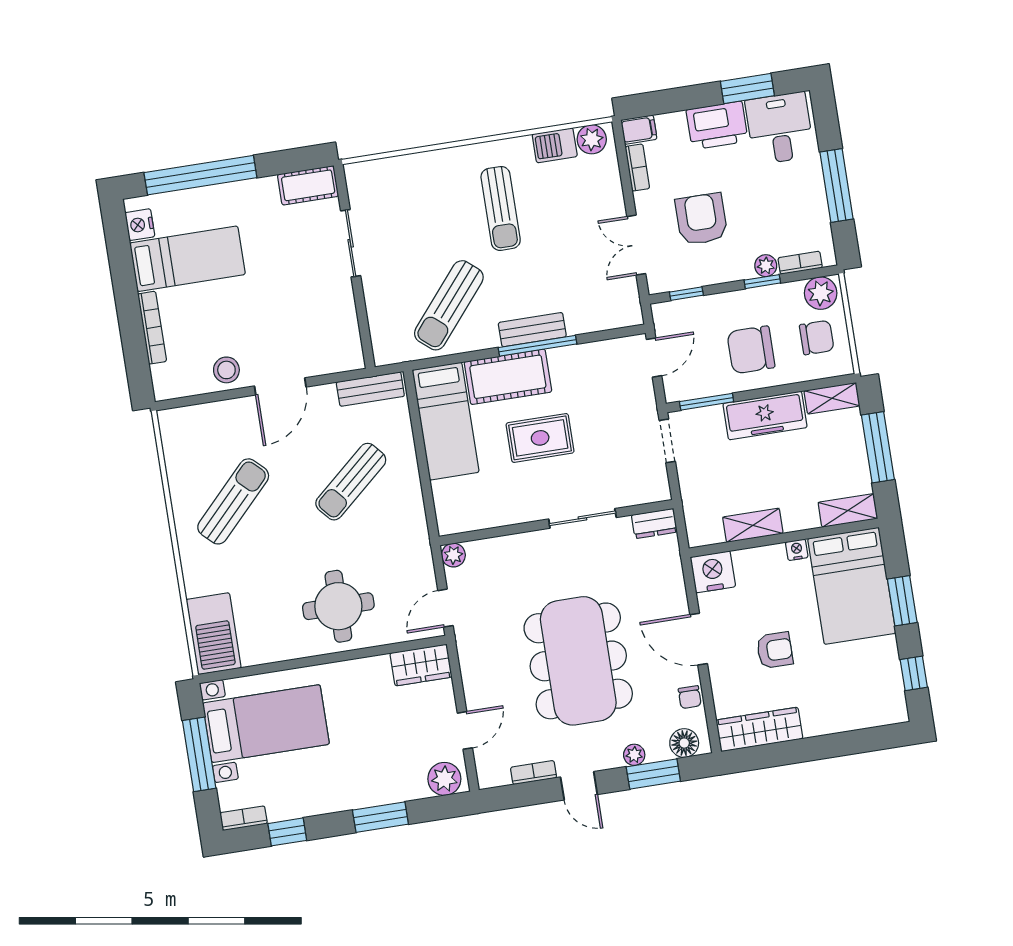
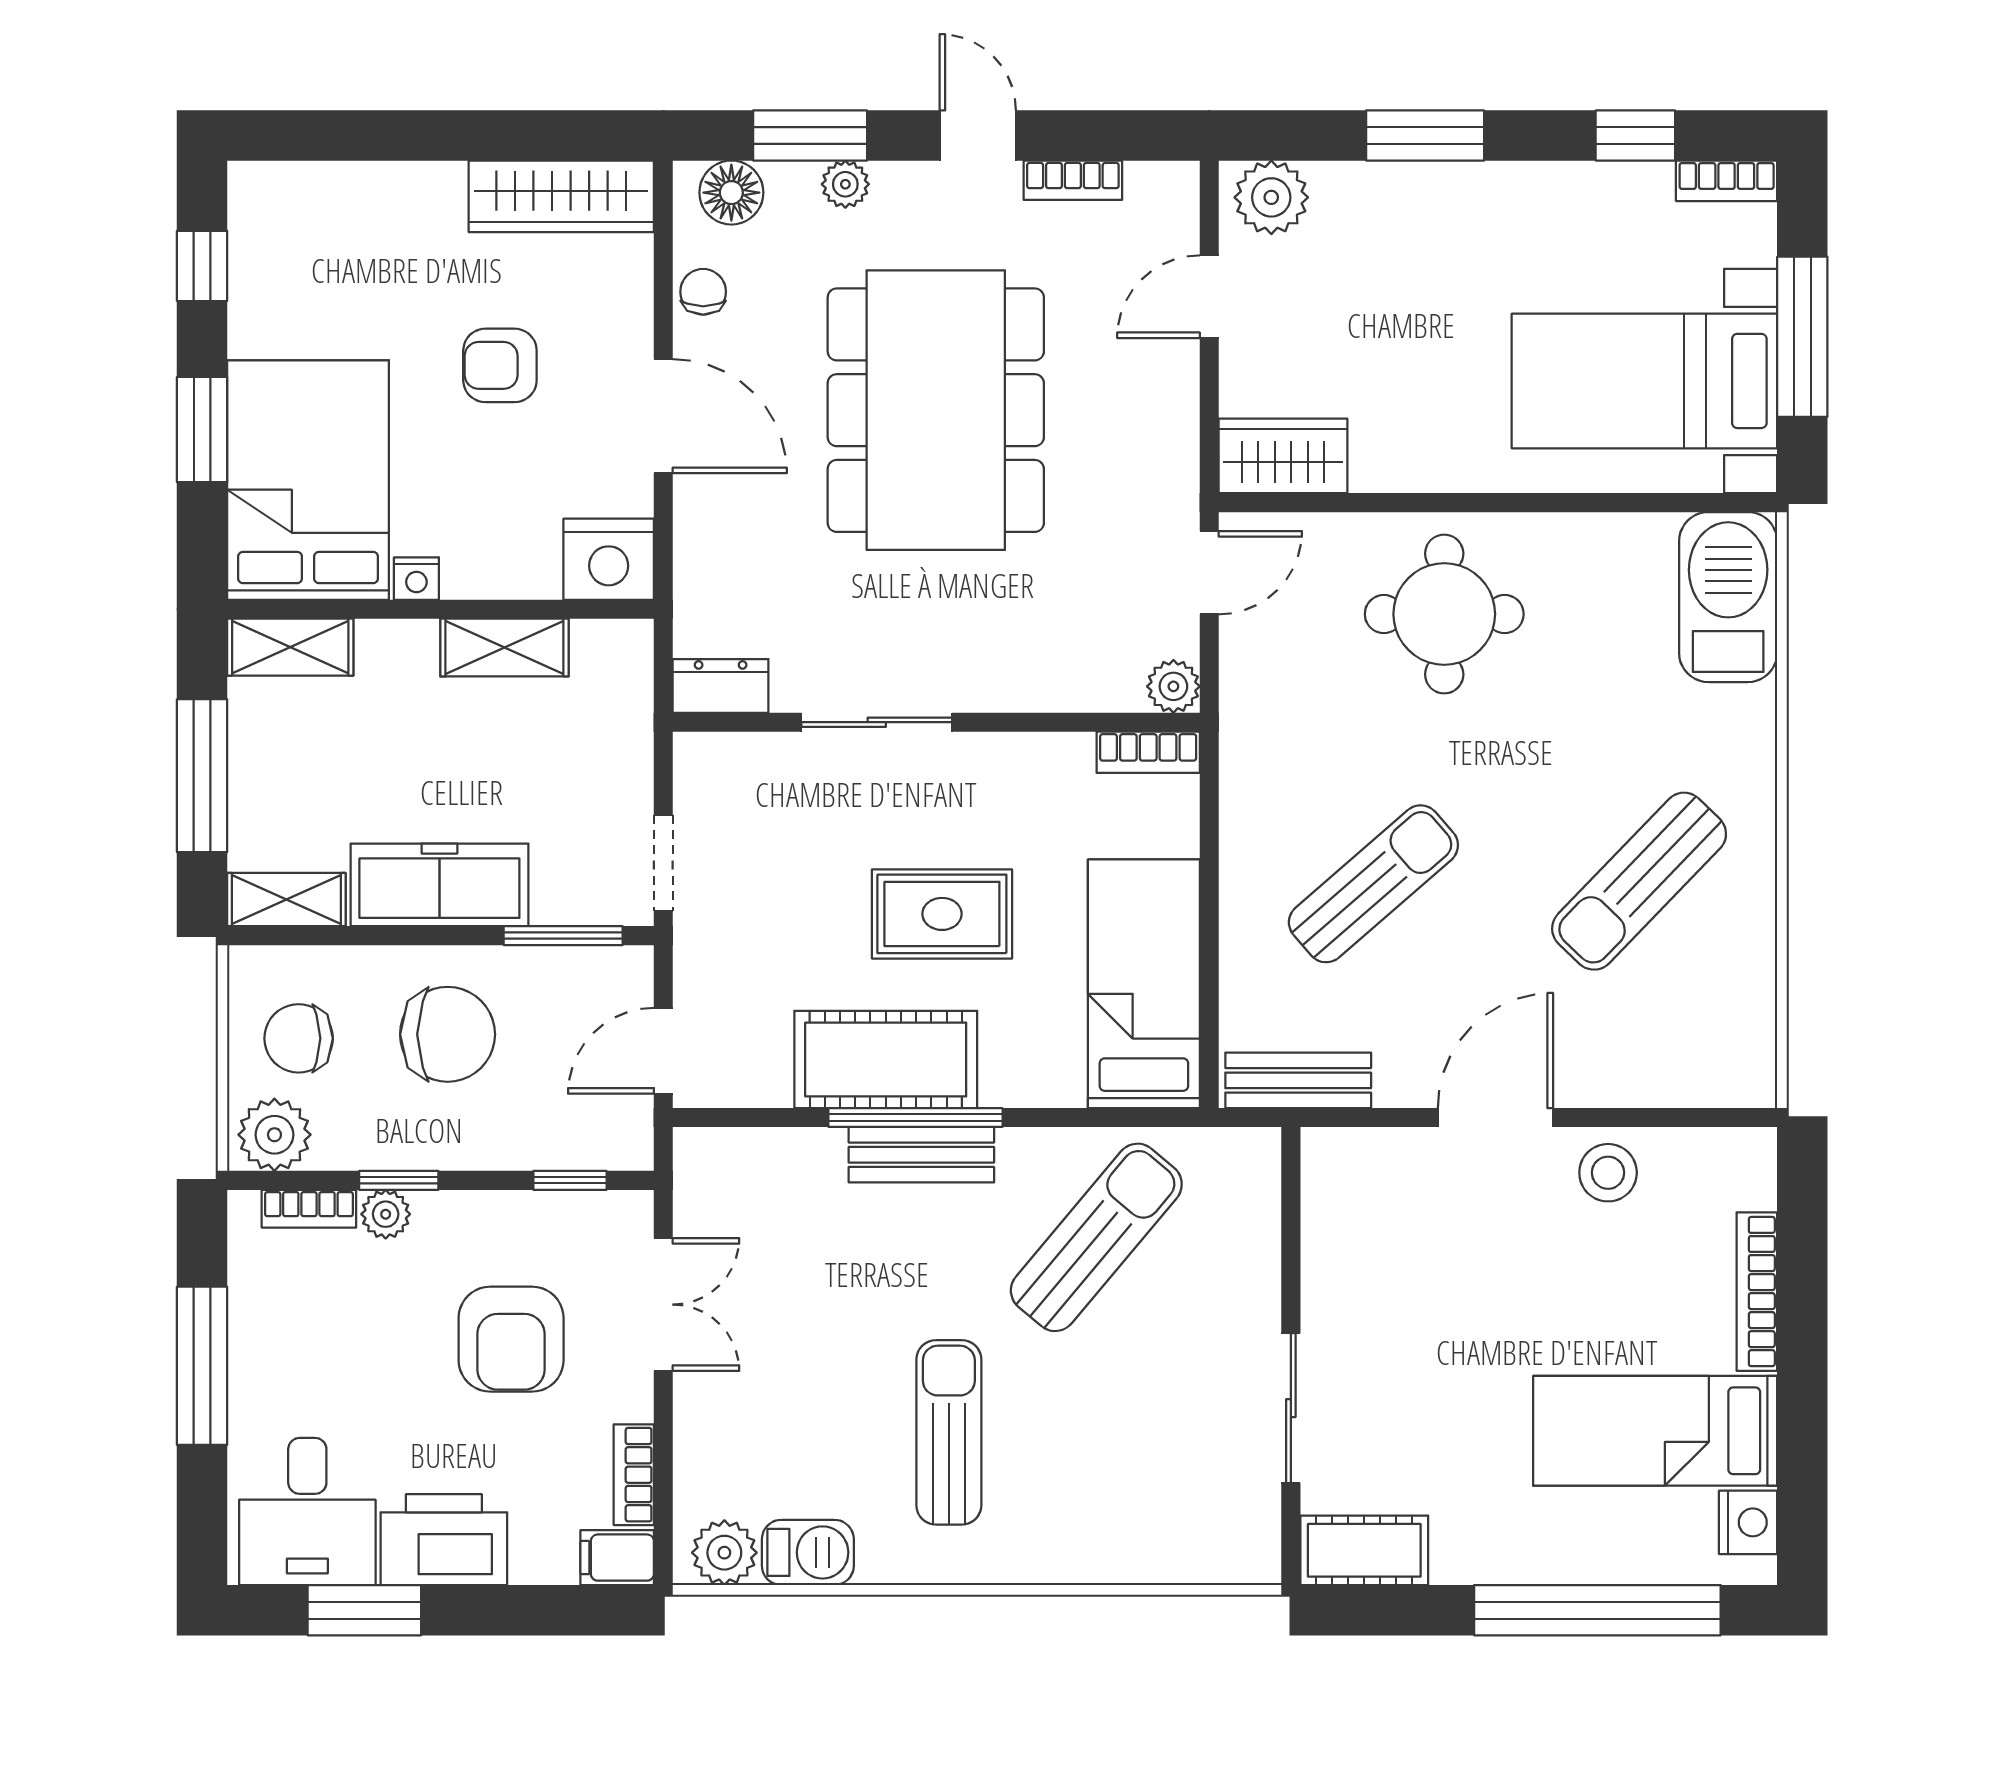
cot: (508, 377) -> (886, 1060), moved
bookcase: (460, 524) -> (1148, 752), added

